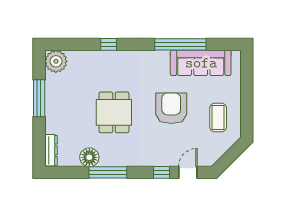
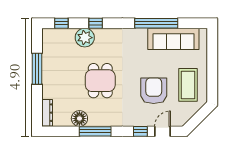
window: (68, 44) -> (61, 23), added
plant: (56, 61) -> (85, 38), moved
armchair: (171, 108) -> (154, 91), moved
coffee table: (218, 117) -> (188, 85), width x1.36, depth x1.32

